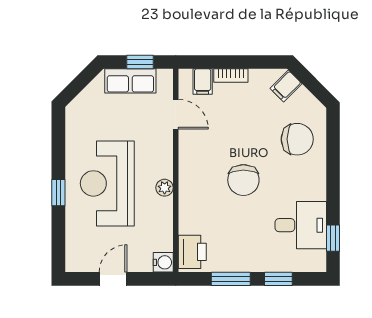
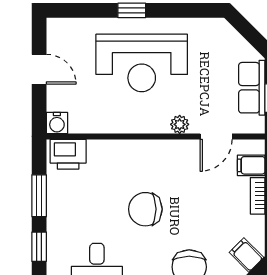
reception desk: (107, 183) -> (142, 63), turned 180
plant: (165, 188) -> (180, 124), moved

